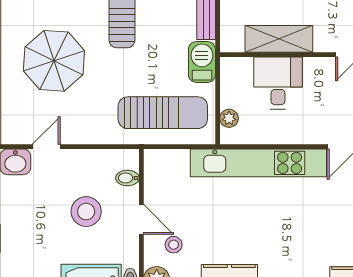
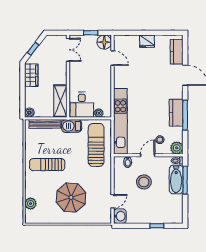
shelving: (279, 39) -> (60, 101), moved
desk: (278, 83) -> (82, 105), moved, turned -90
door: (46, 147) -> (112, 201), swing flipped
kitchen unit: (258, 163) -> (120, 121), moved

